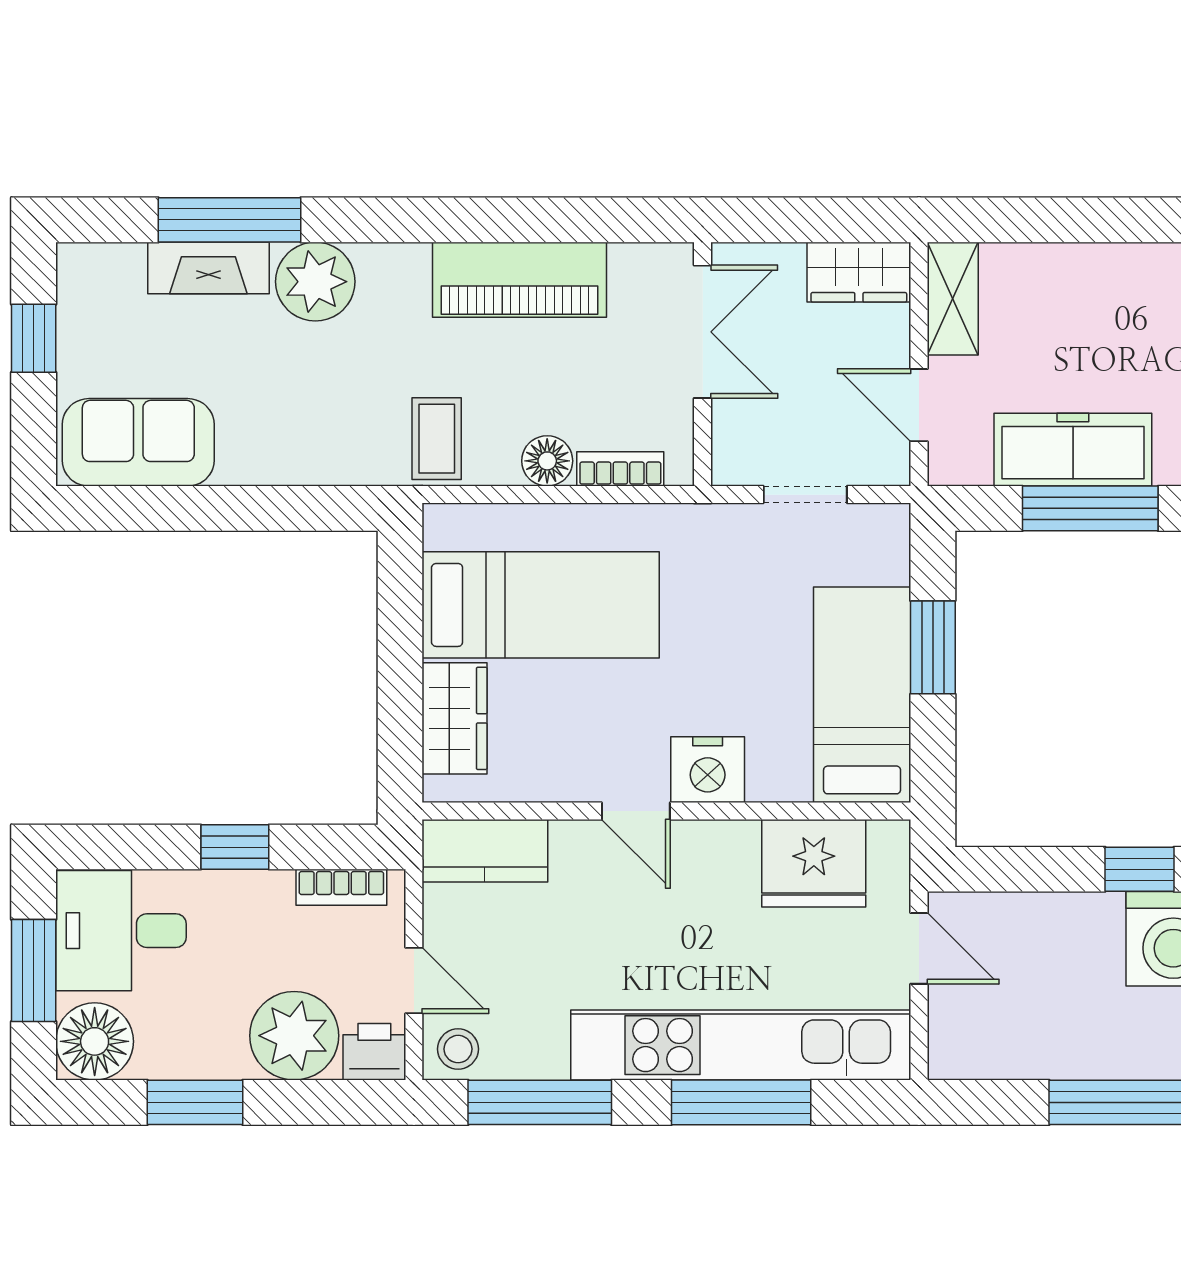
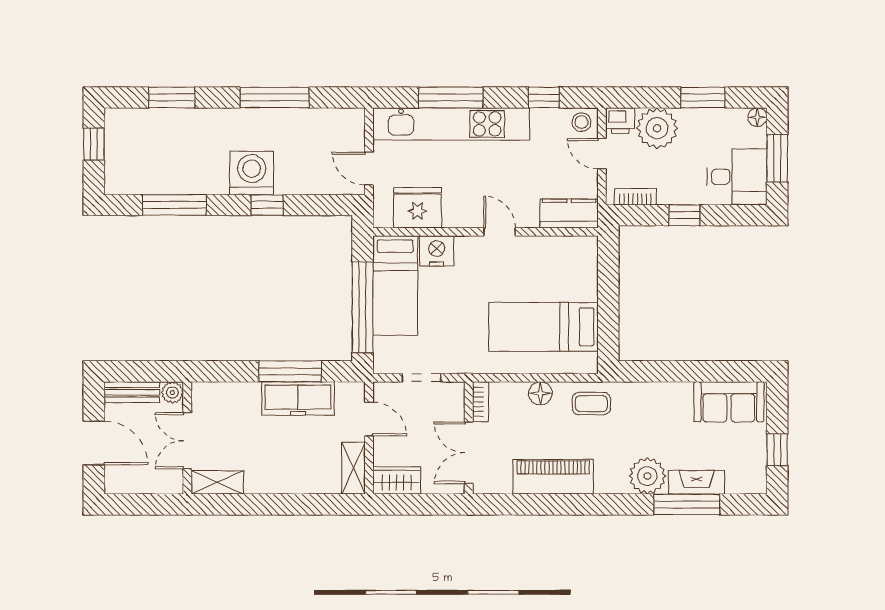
coffee table: (437, 439) -> (591, 404), turned 90
bookcase: (620, 469) -> (481, 402), moved, turned -90
window: (933, 647) -> (363, 307), width x2.11
wardrobe: (455, 718) -> (583, 275), removed
nightstand: (708, 770) -> (437, 251), moved
floor lamp: (95, 1041) -> (757, 117), width x0.53, depth x0.53
window: (540, 1102) -> (544, 98), width x0.46

